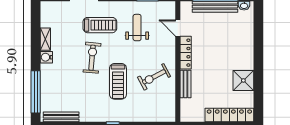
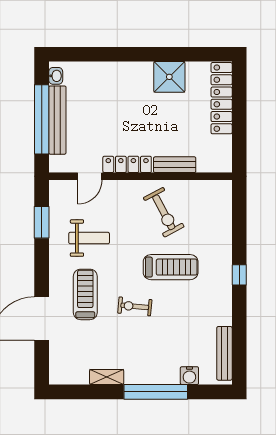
weight bench: (137, 28) -> (89, 238), turned 180
water cooler: (46, 57) -> (189, 376), moved
exercise bike: (92, 58) -> (135, 306), width x0.73, depth x0.72
window: (36, 92) -> (156, 392), moved

